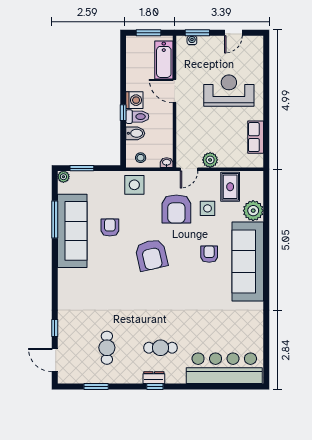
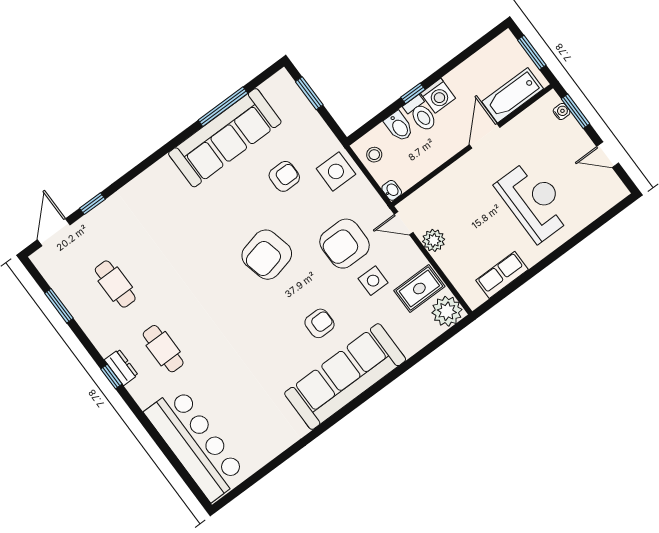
plant: (63, 177) -> (282, 79), removed
plant: (253, 211) -> (447, 311), moved
armchair: (110, 227) -> (284, 176), moved
cafe table: (107, 348) -> (115, 284), turned 90

